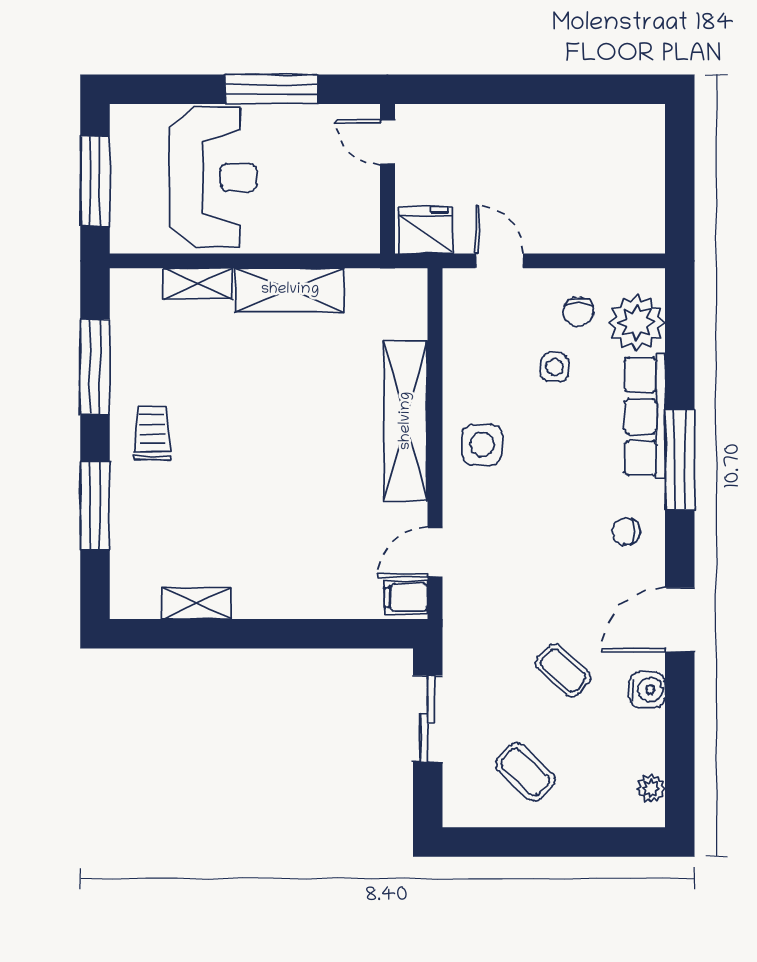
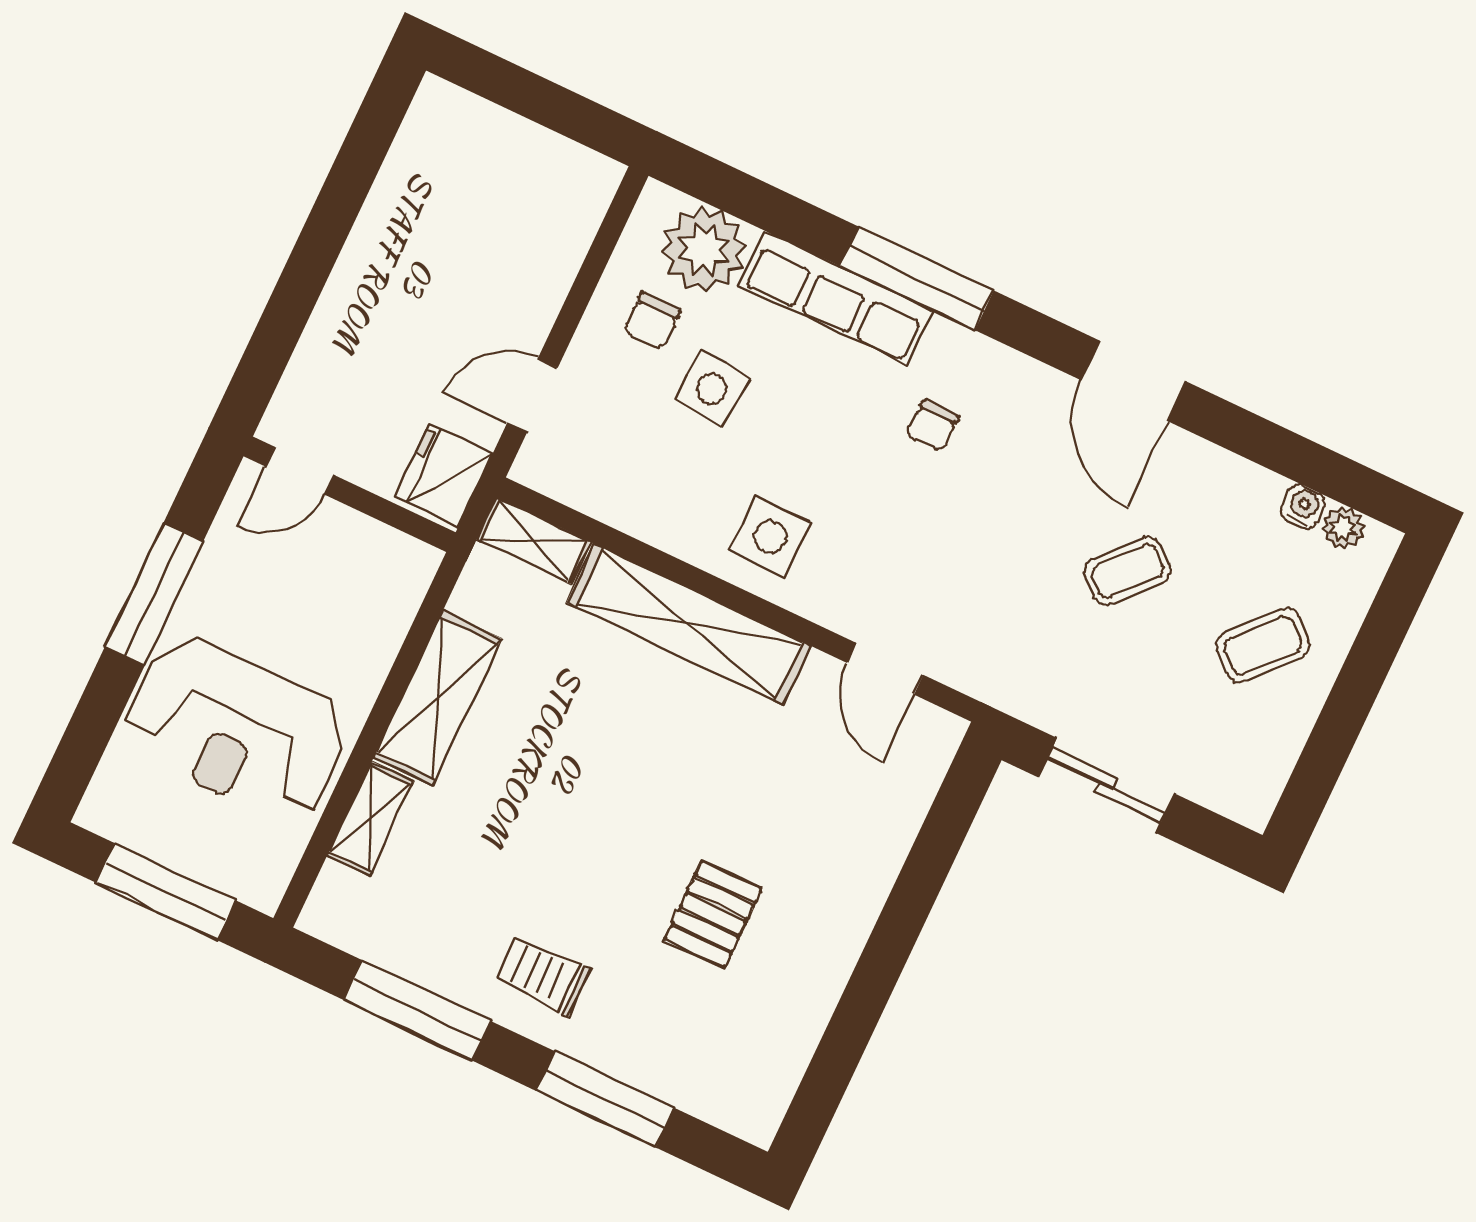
reception desk: (213, 177) -> (236, 729), turned 180
chair: (578, 312) -> (652, 321), turned 90
side table: (555, 367) -> (712, 389), width x1.37, depth x1.37
pallet: (238, 518) -> (713, 914), added
chair: (626, 532) -> (933, 426), moved
filing cabinet: (406, 597) -> (928, 737), removed
shelving: (197, 603) -> (534, 541), moved, turned 90
water cooler: (647, 690) -> (1303, 507), moved, width x0.72, depth x0.72
coffee table: (525, 772) -> (1263, 645), moved

